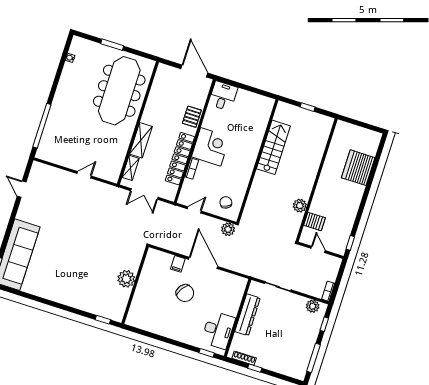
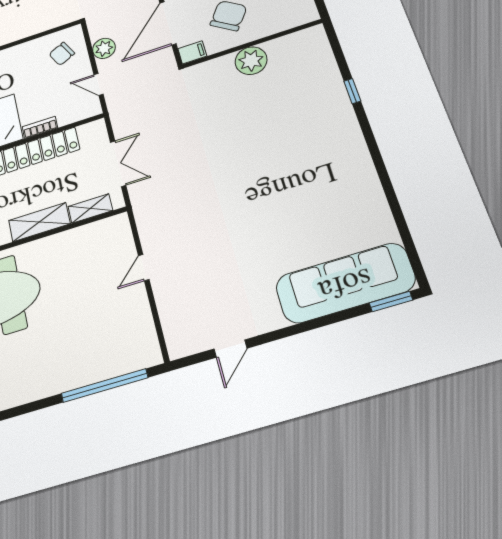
door: (84, 175) -> (144, 268), hinge flipped
plant: (228, 229) -> (104, 48), moved
plant: (126, 279) -> (251, 61), moved
wall: (135, 285) -> (252, 44), moved

